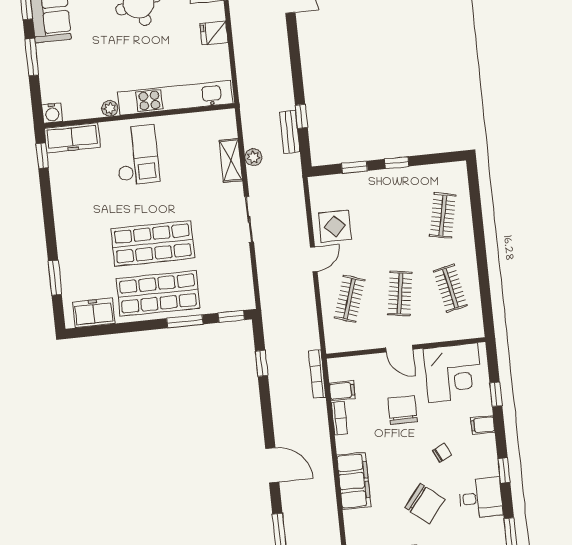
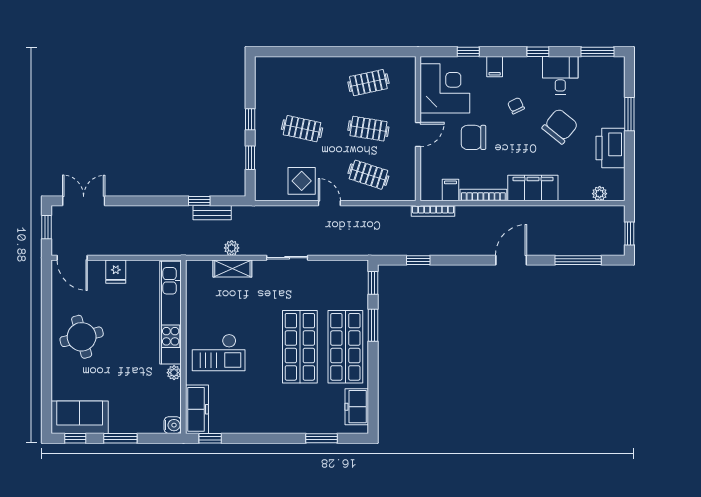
checkout: (137, 155) -> (219, 353), turned 180
clothes rail: (443, 215) -> (302, 129), moved
bookcase: (339, 418) -> (483, 195), width x1.56

